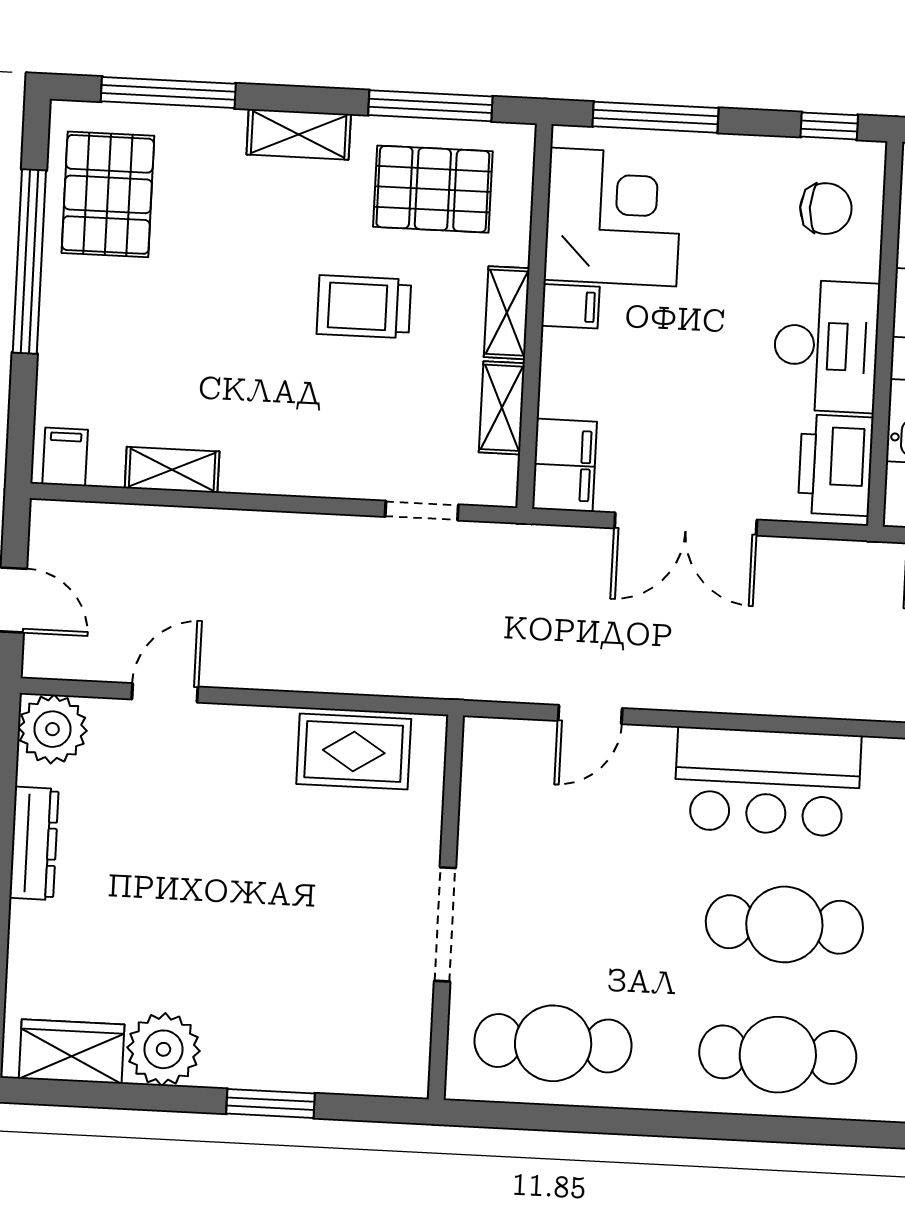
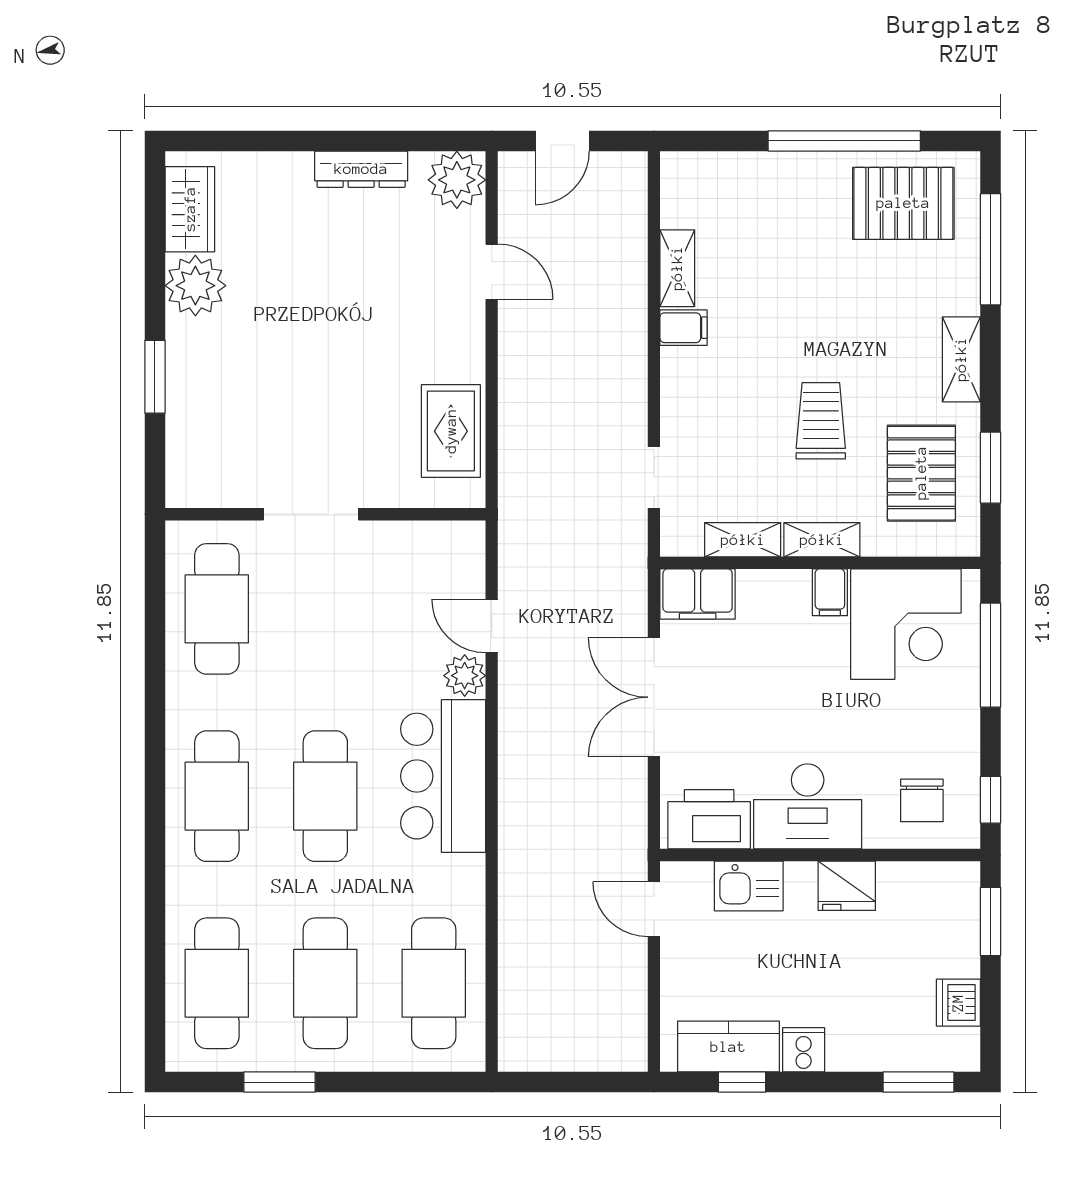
window: (430, 106) -> (991, 468), width x0.69
filing cabinet: (65, 457) -> (684, 328), moved
plant: (648, 750) -> (465, 676), added

